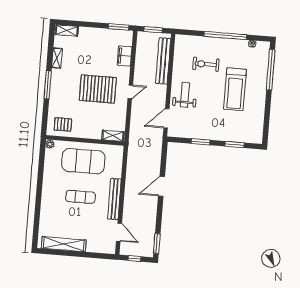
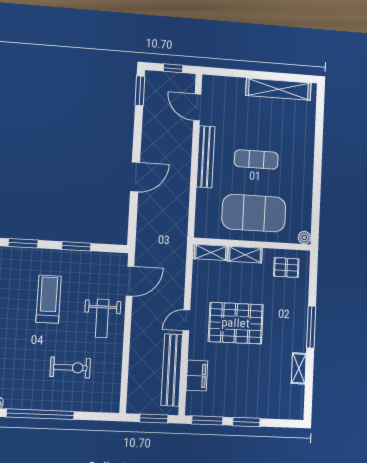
window: (93, 25) -> (246, 422), added
shelving: (67, 30) -> (245, 255), moved
bench: (163, 61) -> (172, 370), moved
treadmill: (235, 89) -> (49, 299), moved, width x0.73, depth x0.73

